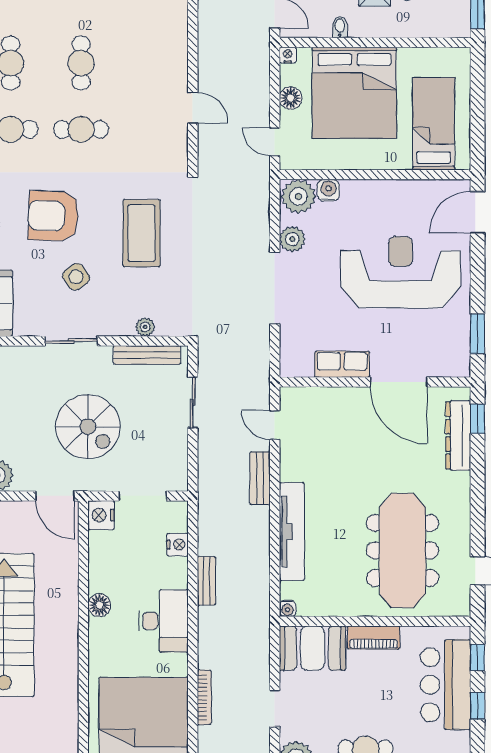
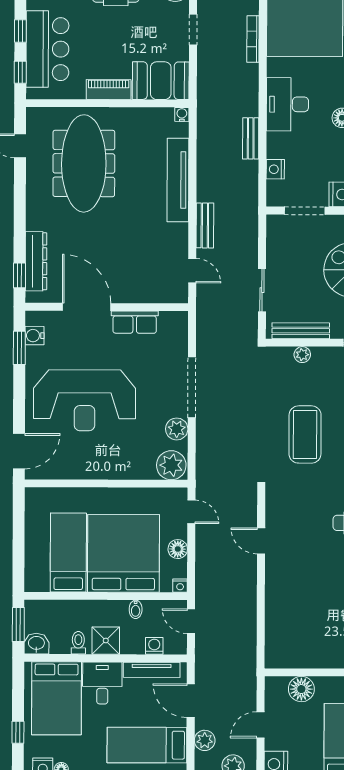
bed: (434, 124) -> (68, 552), moved, turned 180
water cooler: (328, 190) -> (34, 336), moved, turned 90

